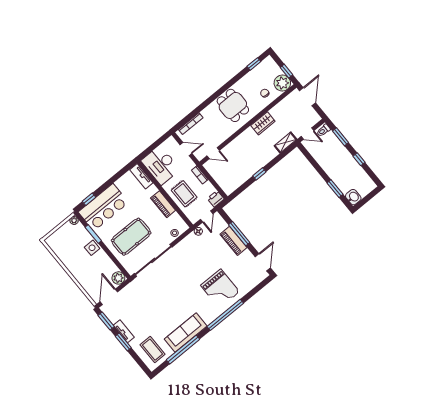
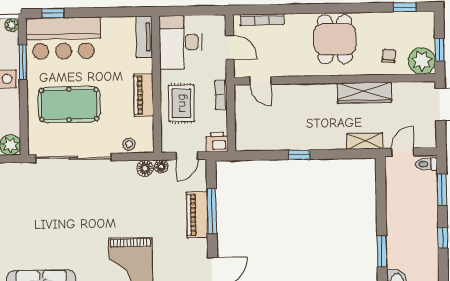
wardrobe: (263, 123) -> (364, 93), width x1.50
door: (308, 134) -> (403, 152), swing flipped
floor lamp: (191, 238) -> (145, 168), added

